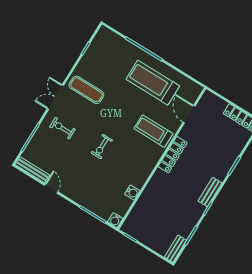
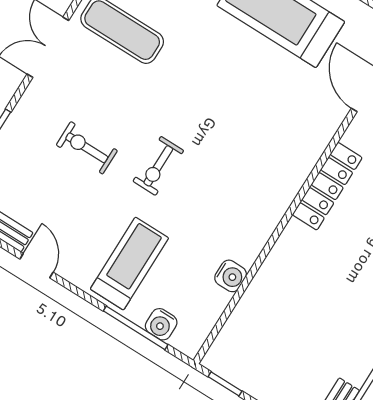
exercise bike: (62, 128) -> (87, 148), moved
treadmill: (153, 131) -> (129, 263), moved, turned 90
water cooler: (115, 220) -> (161, 324), moved

